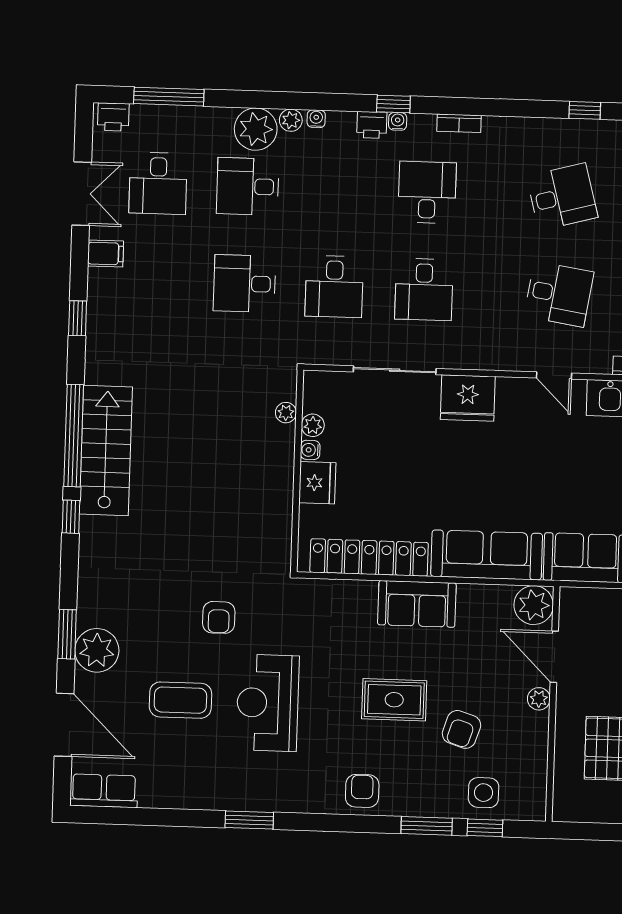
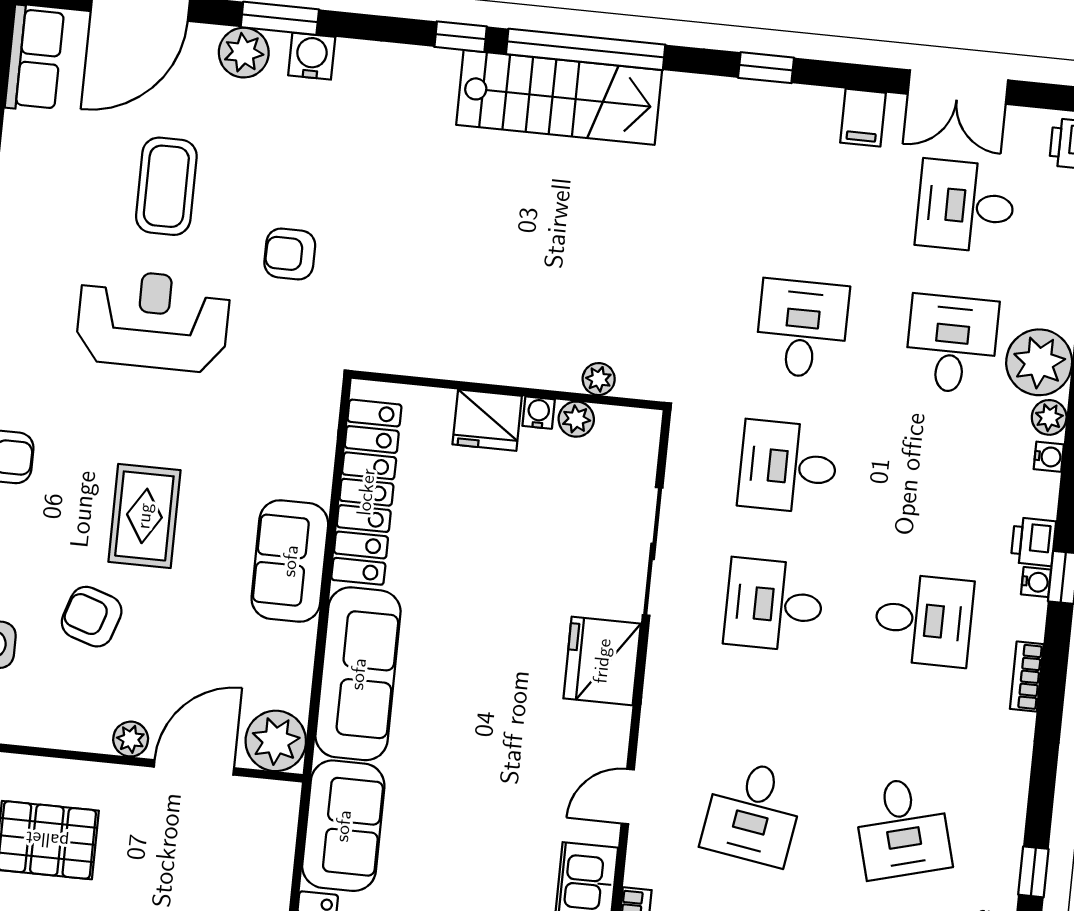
water cooler: (90, 612) -> (312, 56), added
plant: (97, 650) -> (244, 53), width x0.73, depth x0.73

